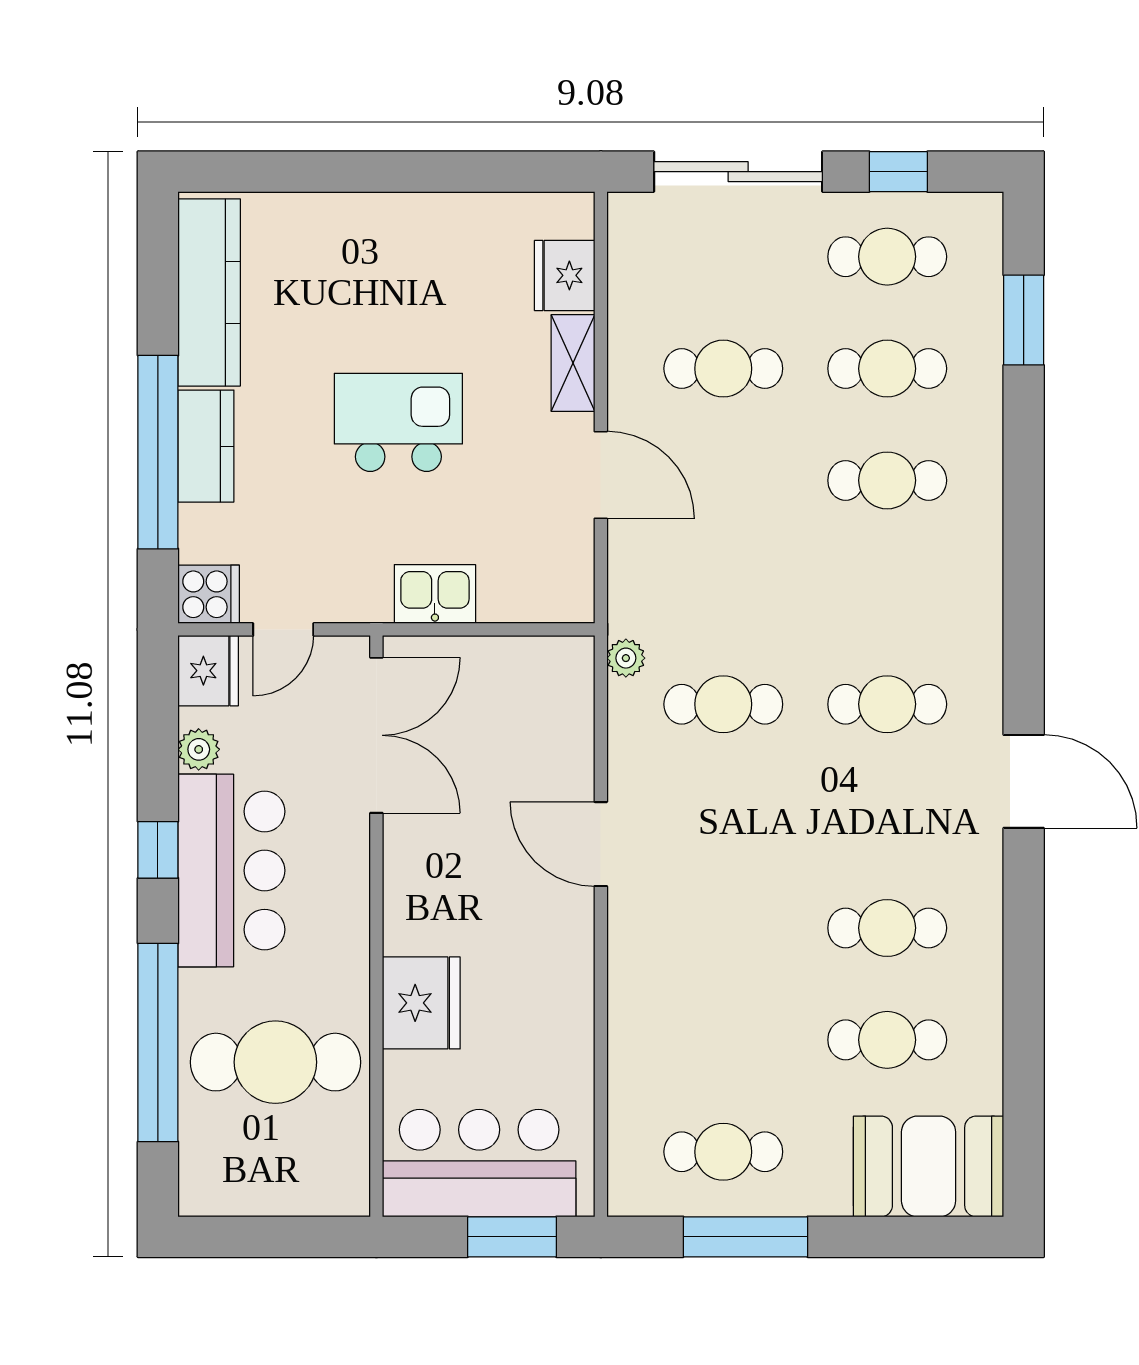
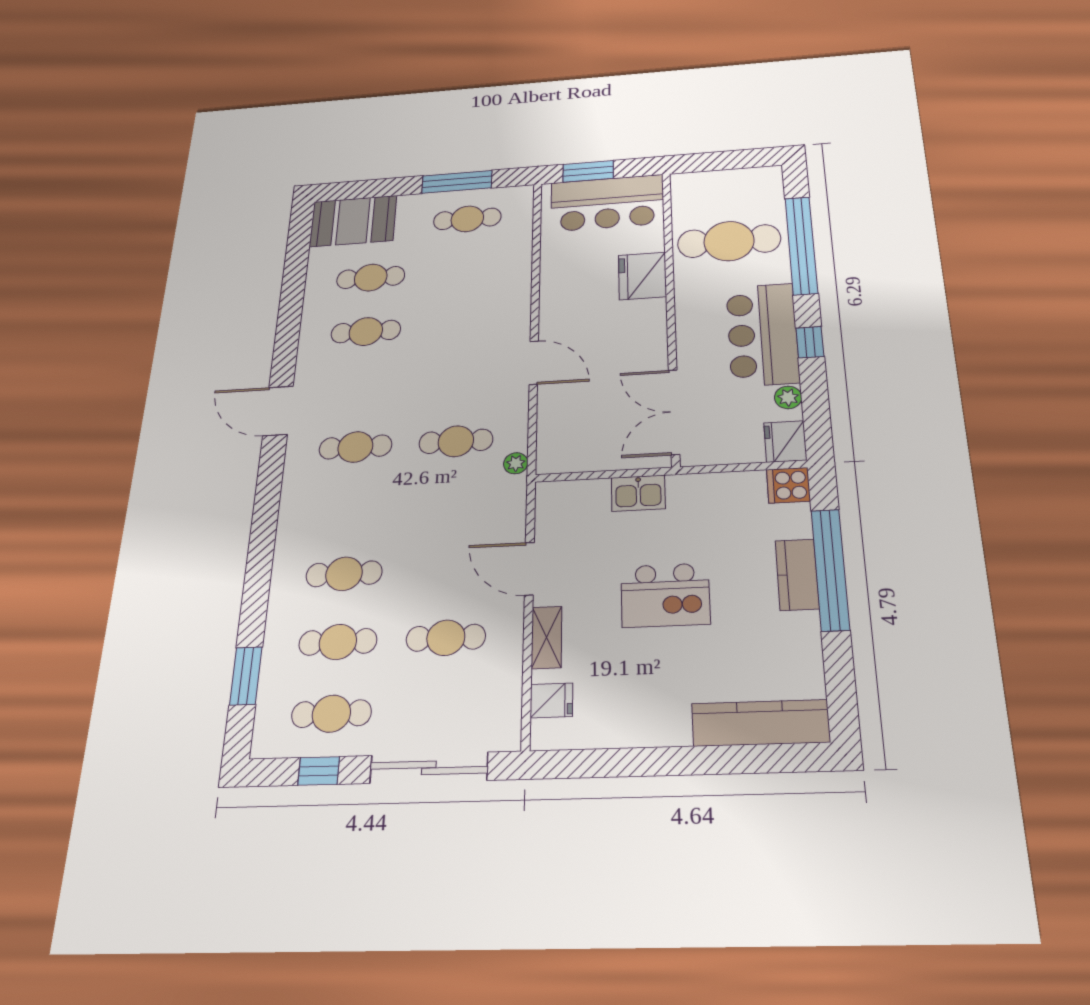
fridge: (565, 275) -> (552, 700), width x0.72
kitchen counter: (209, 292) -> (760, 723), moved, turned 90
door: (283, 629) -> (737, 468), removed

